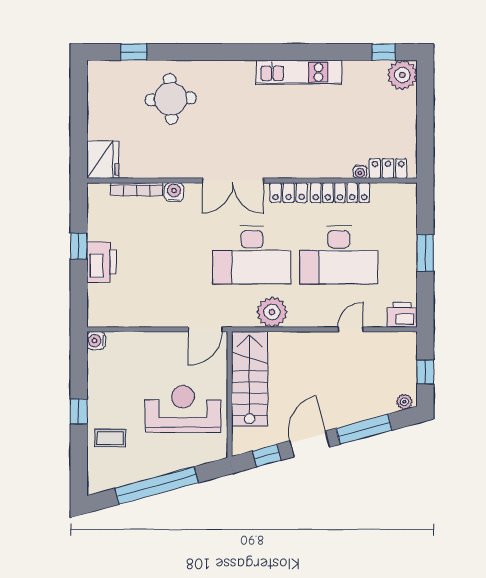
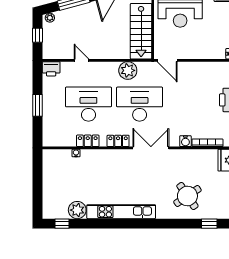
kitchen unit: (299, 72) -> (121, 212), width x1.36
plant: (402, 75) -> (77, 210), moved
round table: (171, 99) -> (187, 196), turned -31
locker: (388, 169) -> (60, 155), removed
locker: (340, 193) -> (88, 141), width x0.66
door: (205, 329) -> (167, 60), swing flipped
door: (351, 329) -> (82, 60), swing flipped

